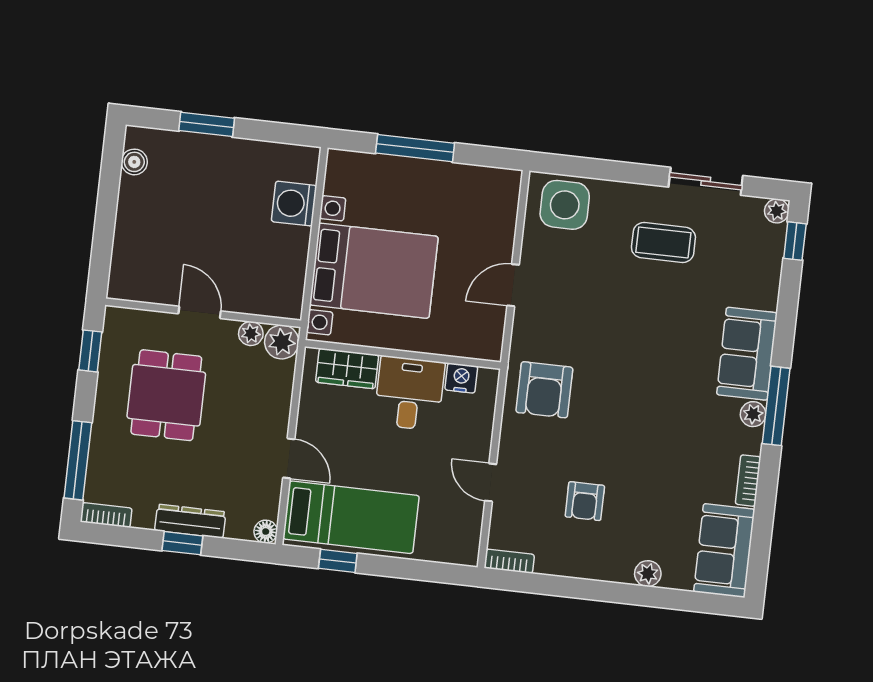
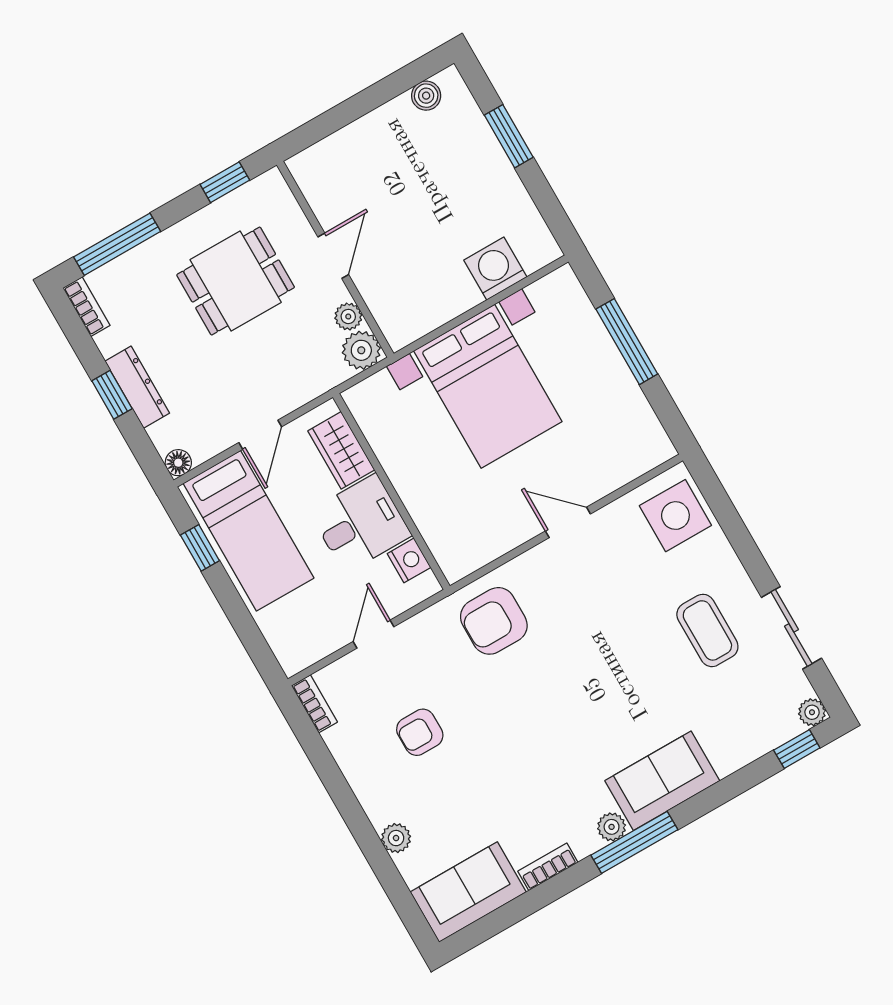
wall: (403, 354) -> (391, 492), moved
wardrobe: (347, 369) -> (341, 450), moved
nightstand: (461, 378) -> (409, 560), moved
desk: (409, 393) -> (360, 524), moved

